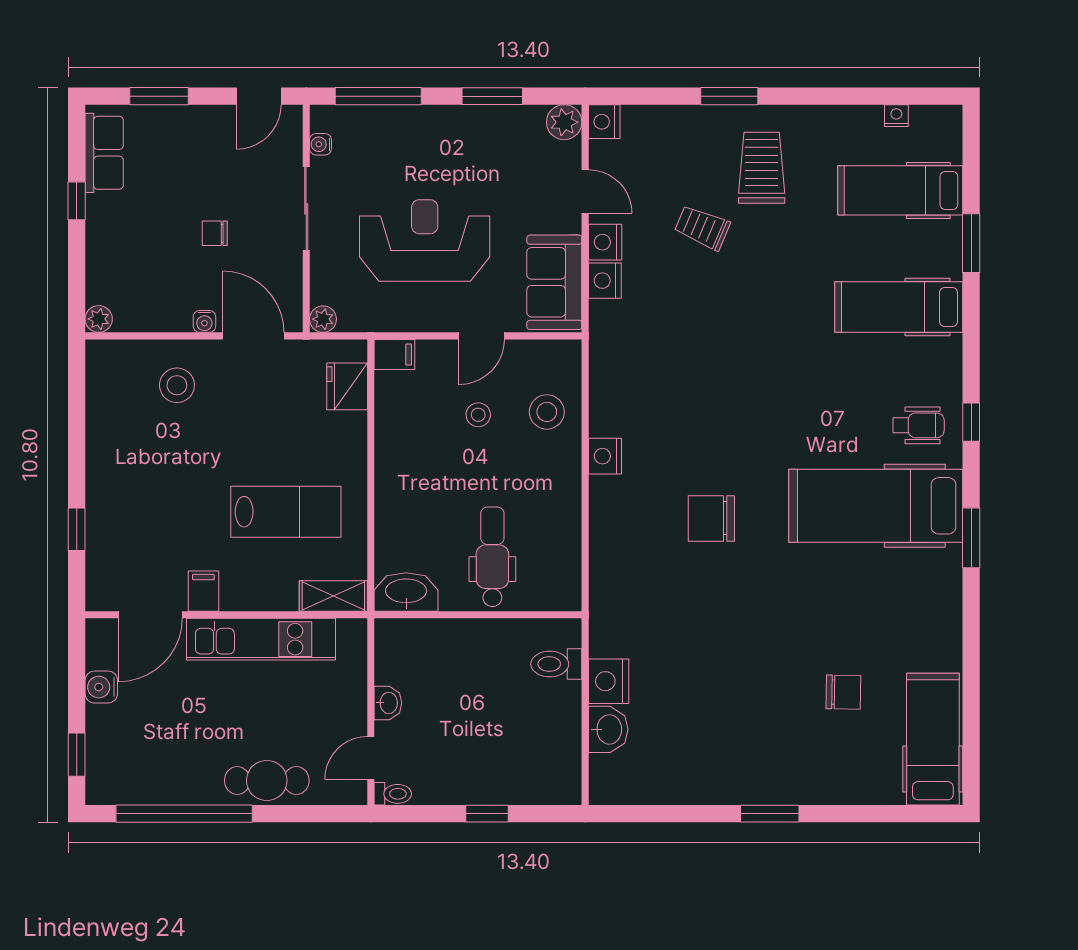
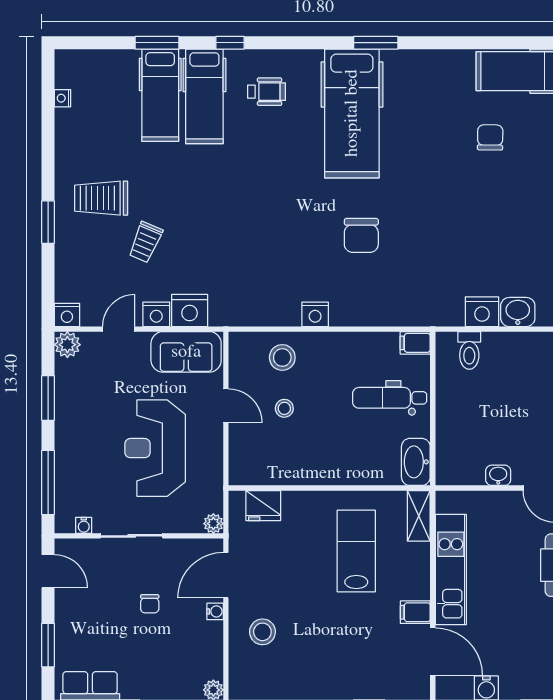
hospital bed: (900, 190) -> (160, 95), moved
nightstand: (605, 281) -> (190, 310), width x1.36, depth x1.33
filing cabinet: (394, 354) -> (415, 343), moved, turned -90
window: (971, 422) -> (230, 43), moved
wheelchair: (918, 425) -> (267, 92), moved, turned 90

